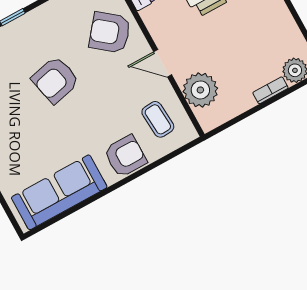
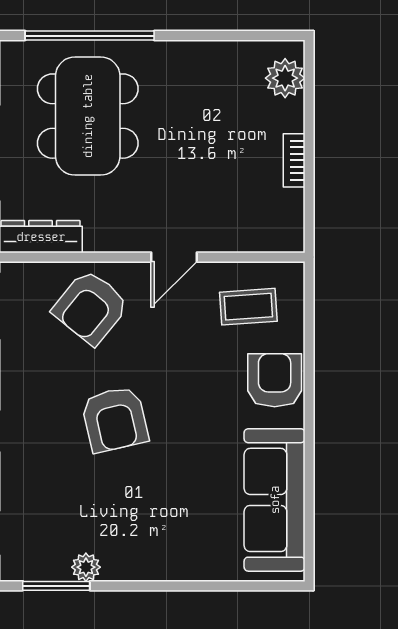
plant: (200, 90) -> (240, 225), removed
bookcase: (270, 90) -> (294, 160), moved

